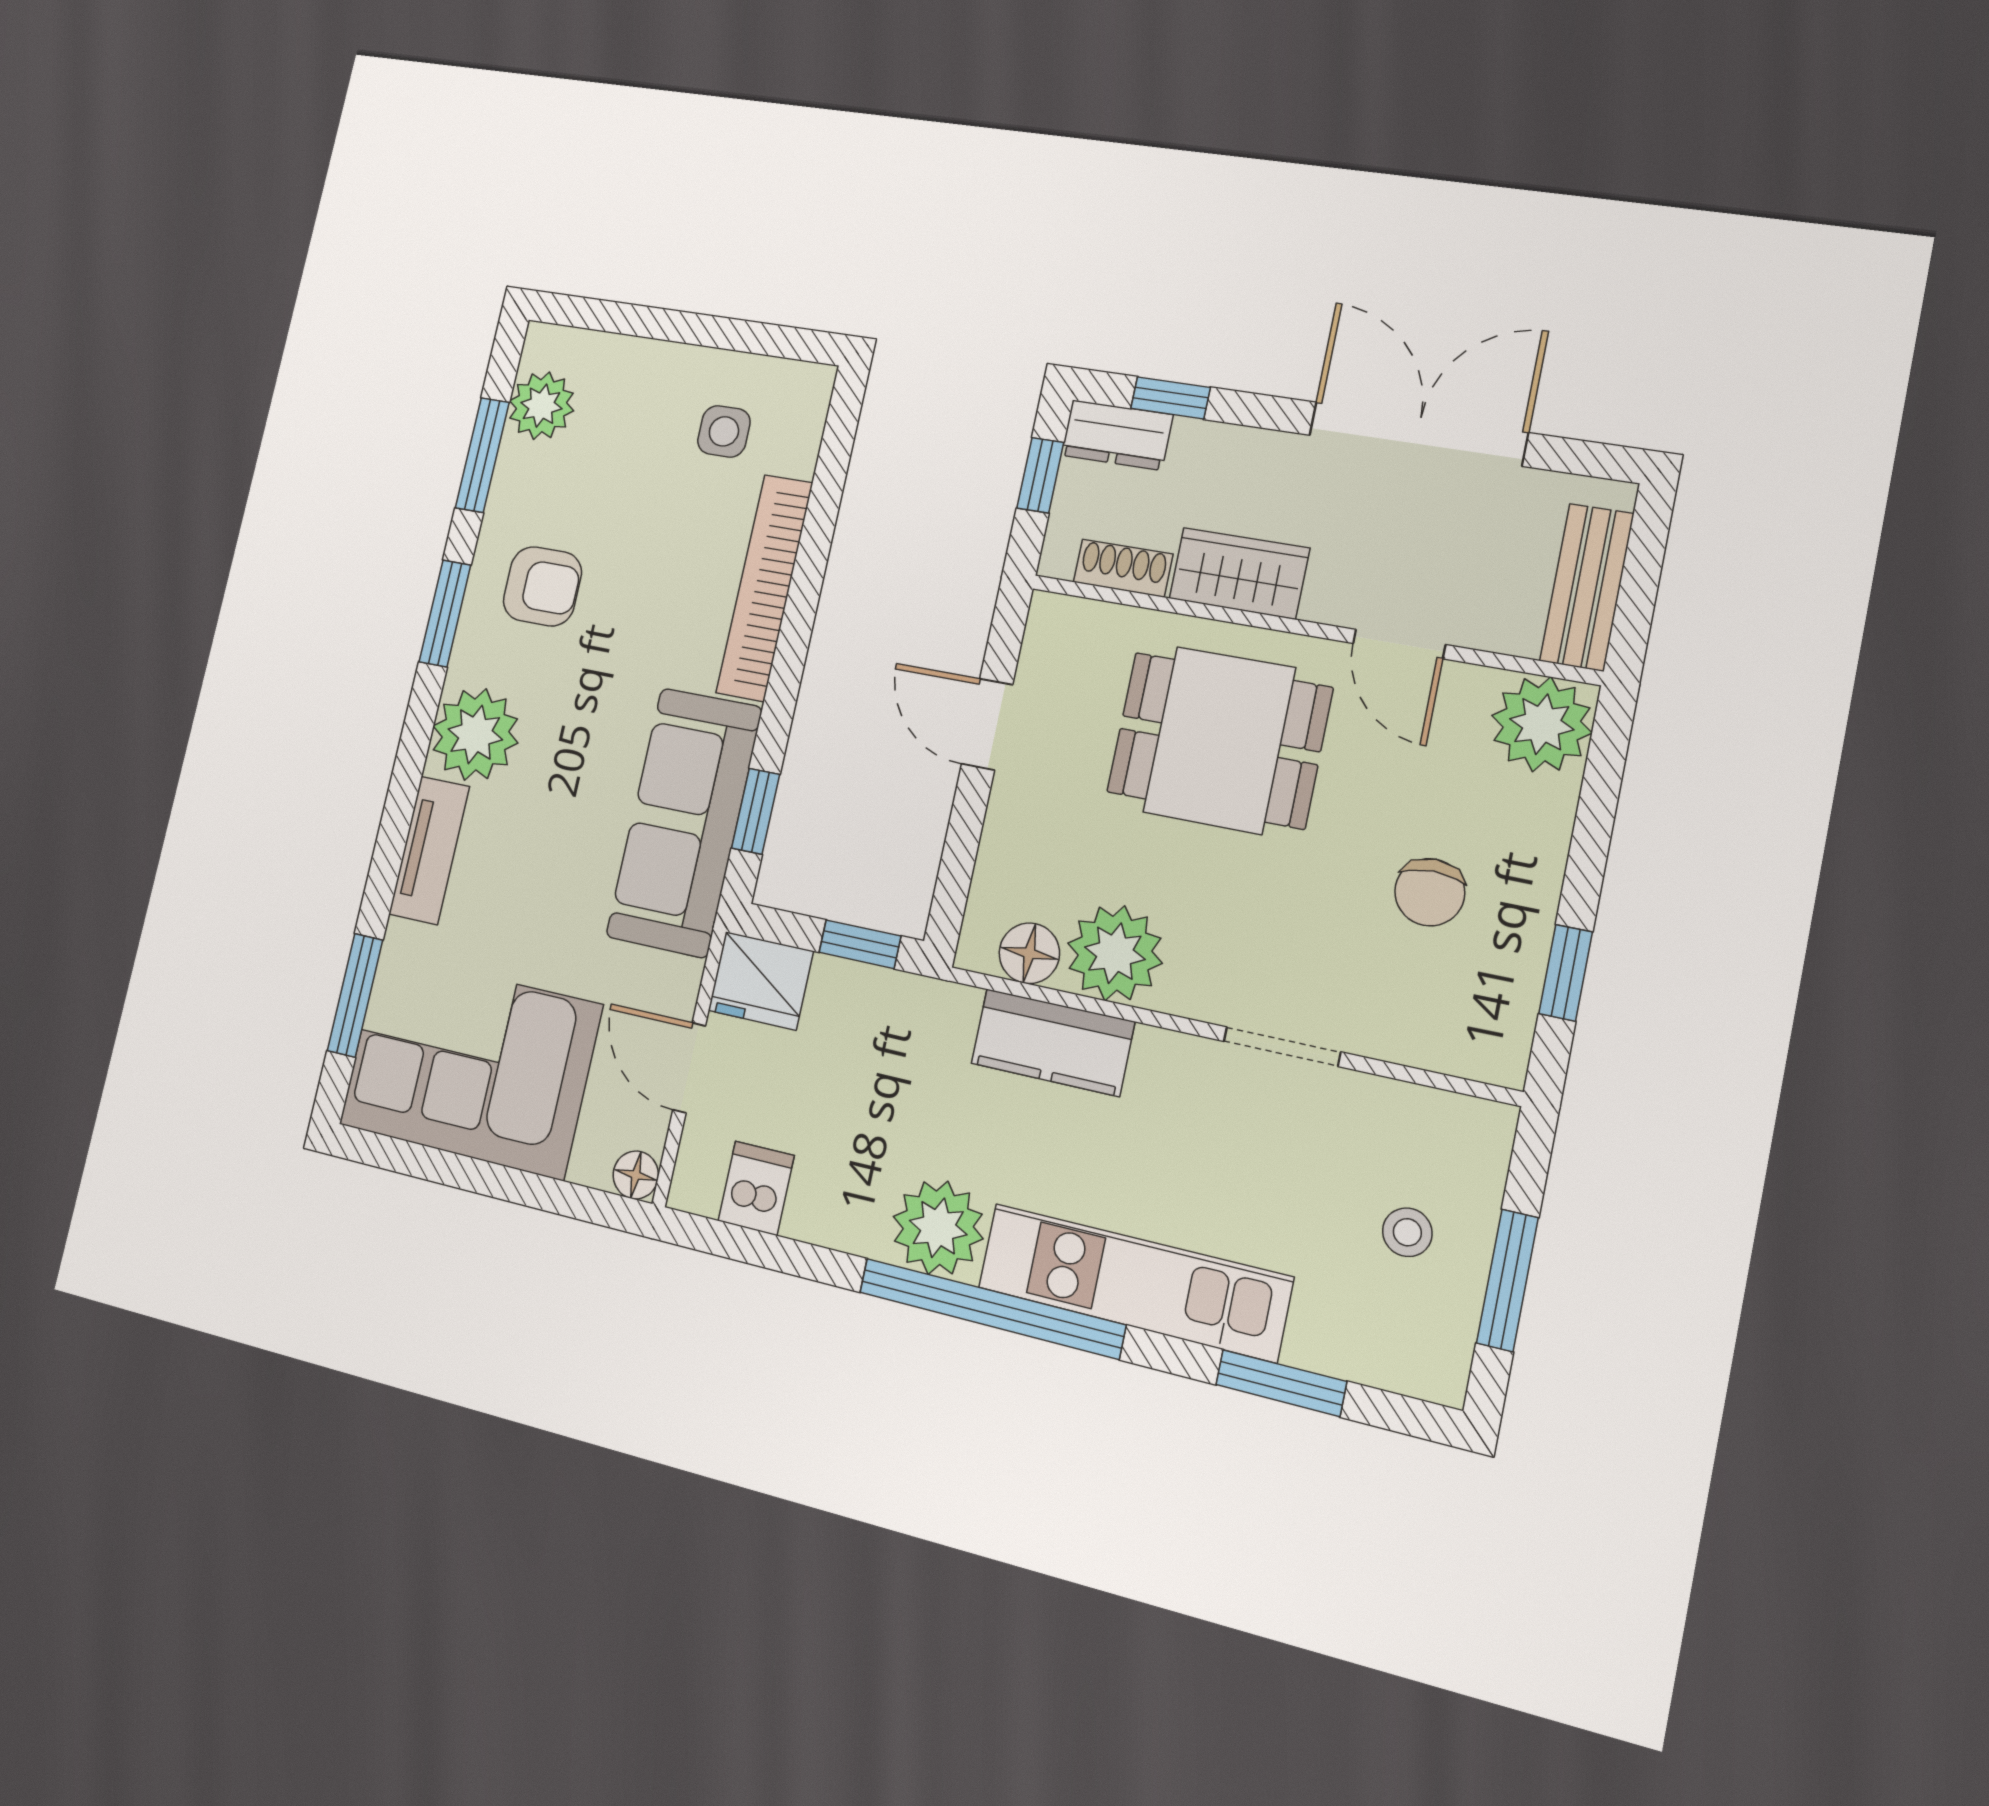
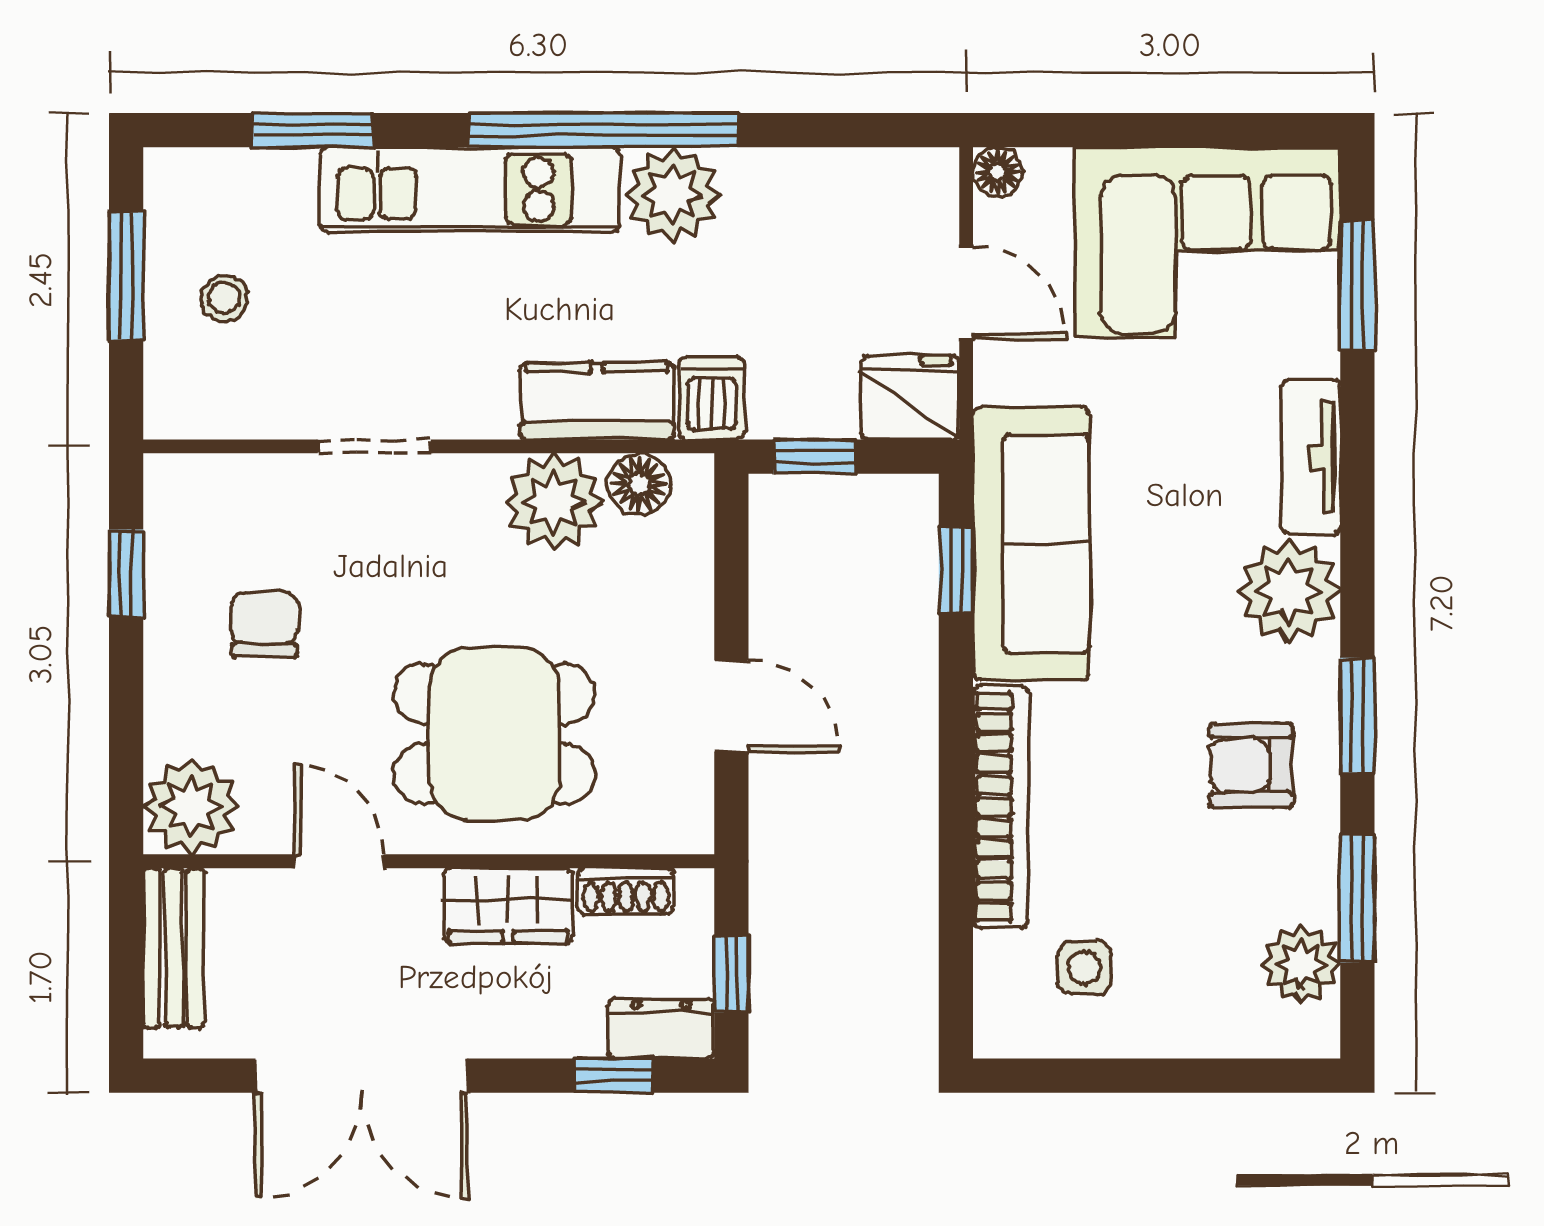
dishwasher: (756, 1188) -> (712, 398), moved, turned 180

